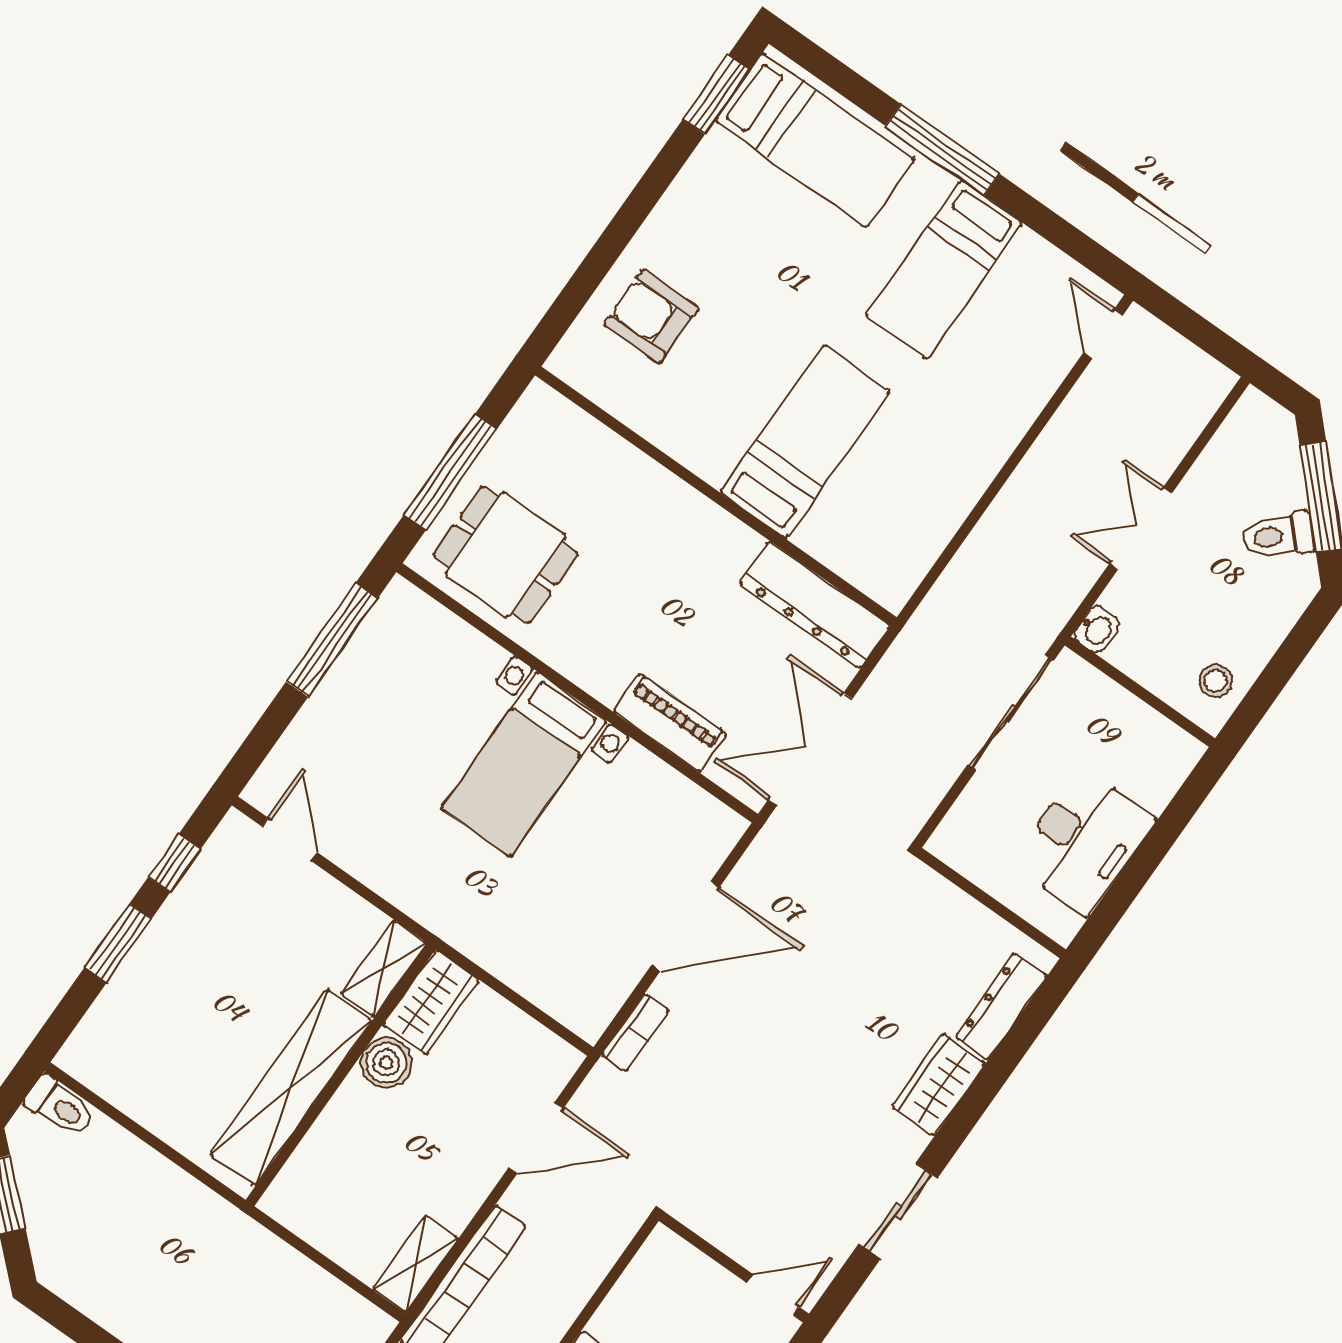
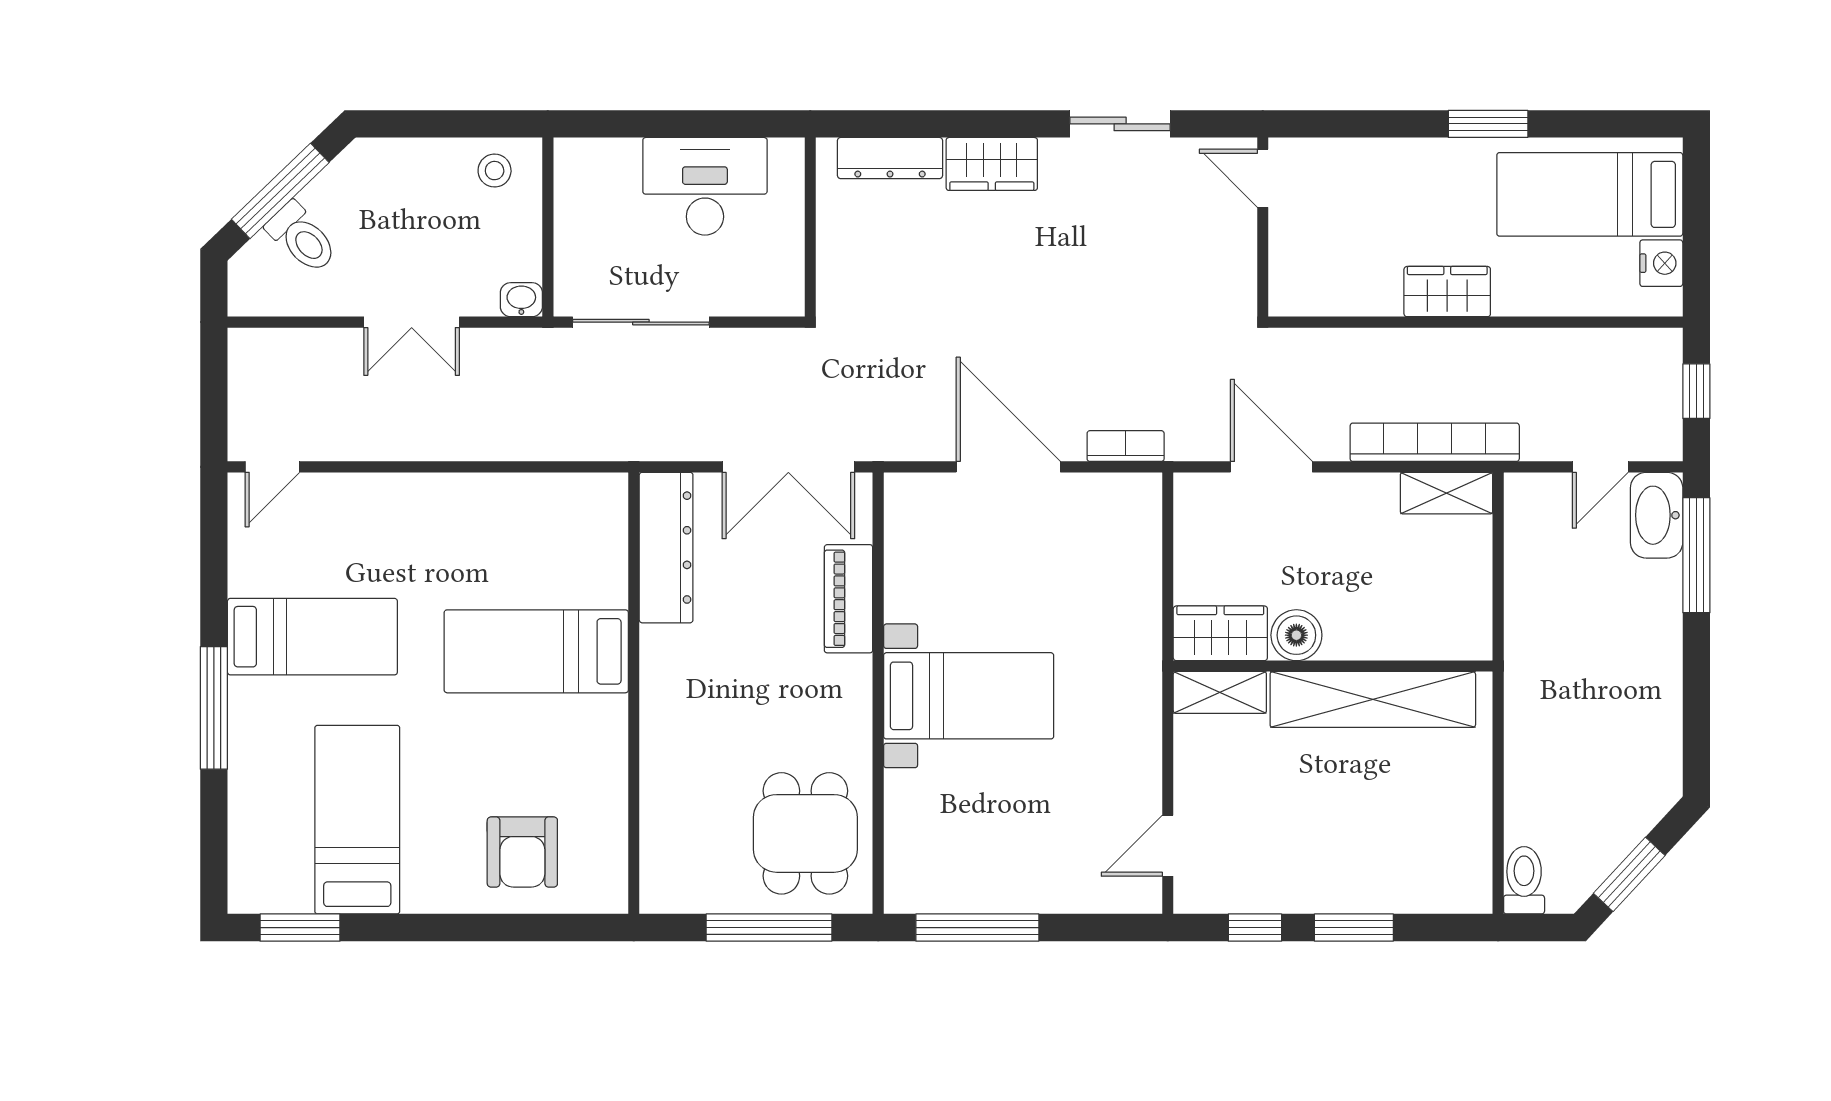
bed: (815, 140) -> (357, 820), moved
toilet: (1278, 536) -> (302, 238), moved

